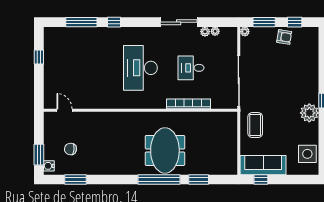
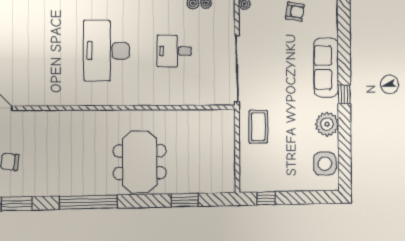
bookcase: (188, 104) -> (171, 99), removed
plant: (309, 113) -> (327, 124), moved
sofa: (263, 165) -> (326, 67), moved, turned -90
window: (159, 179) -> (88, 202), moved

